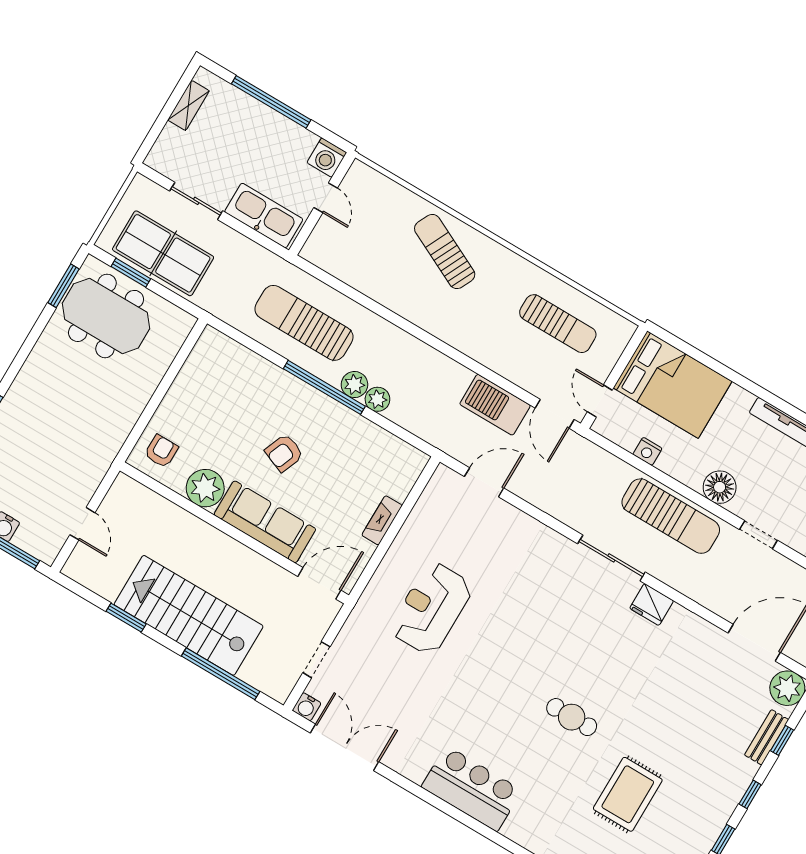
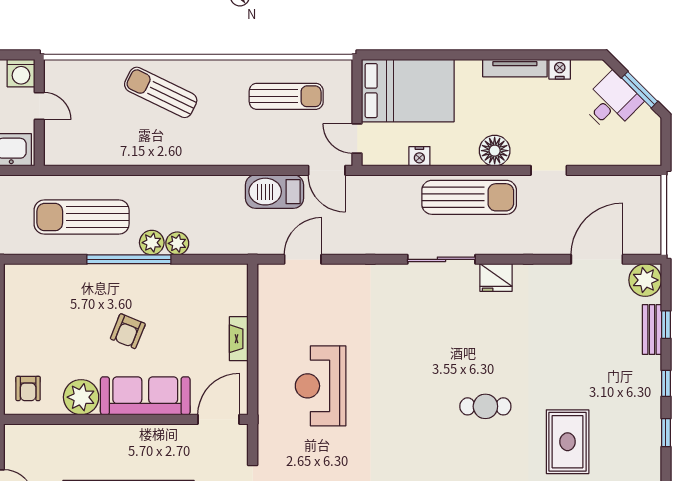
armchair: (161, 451) -> (28, 388), turned 180

